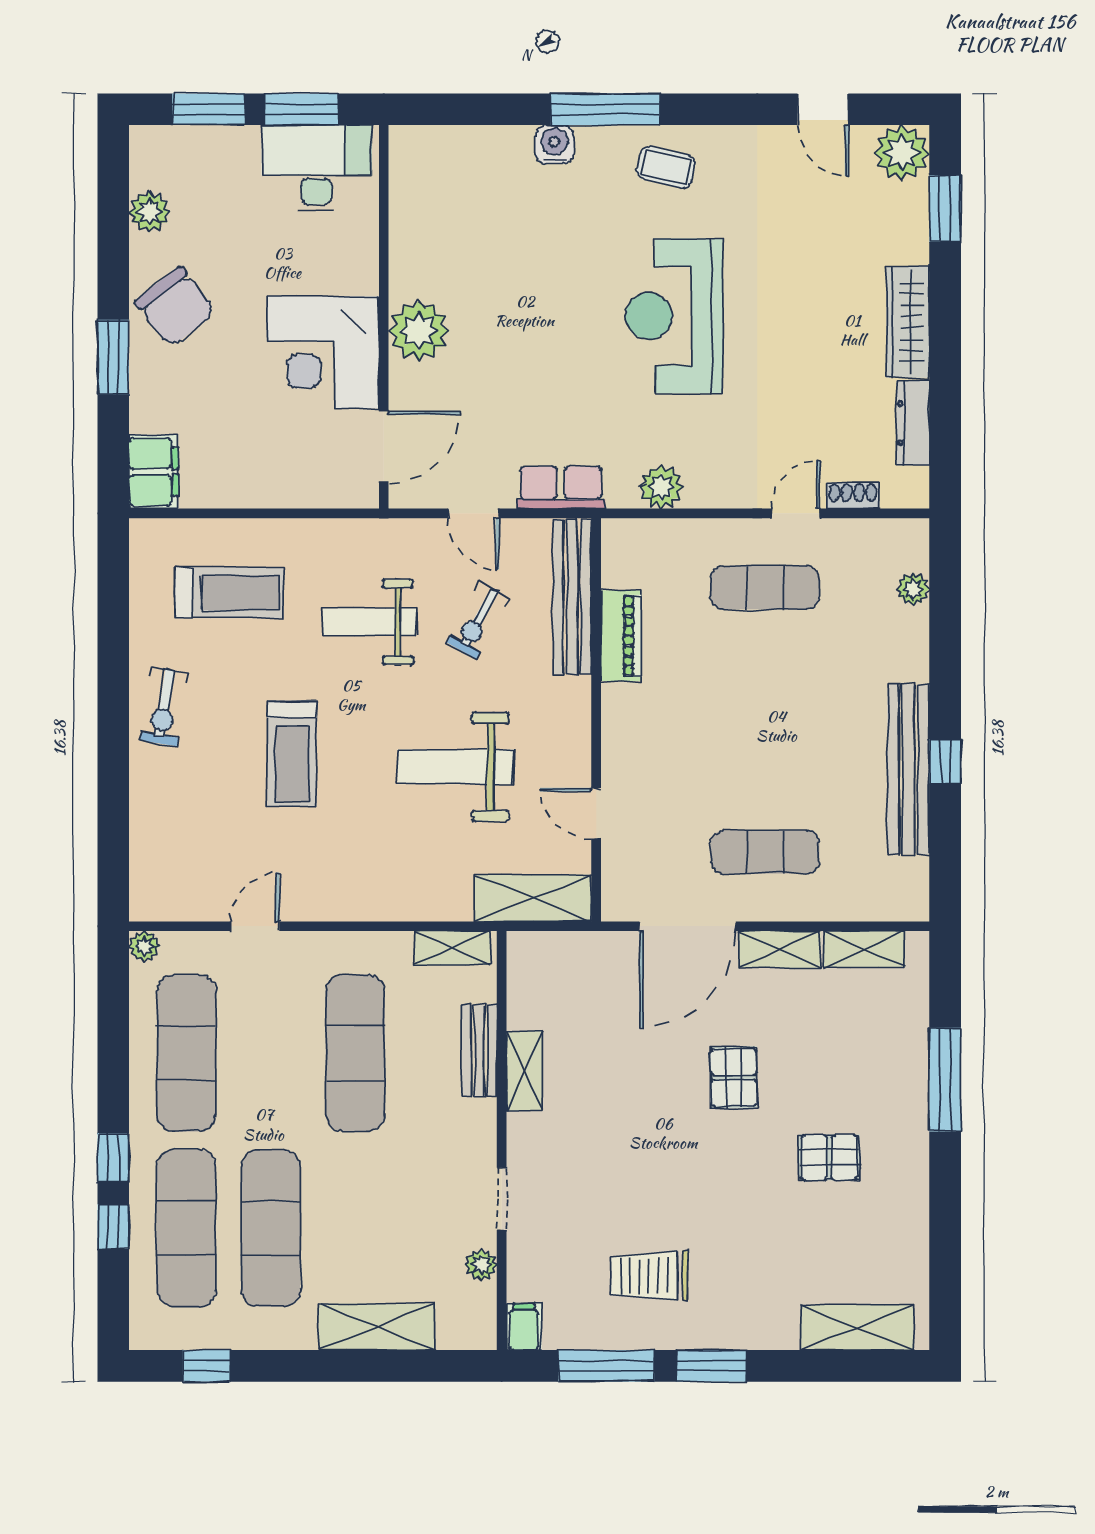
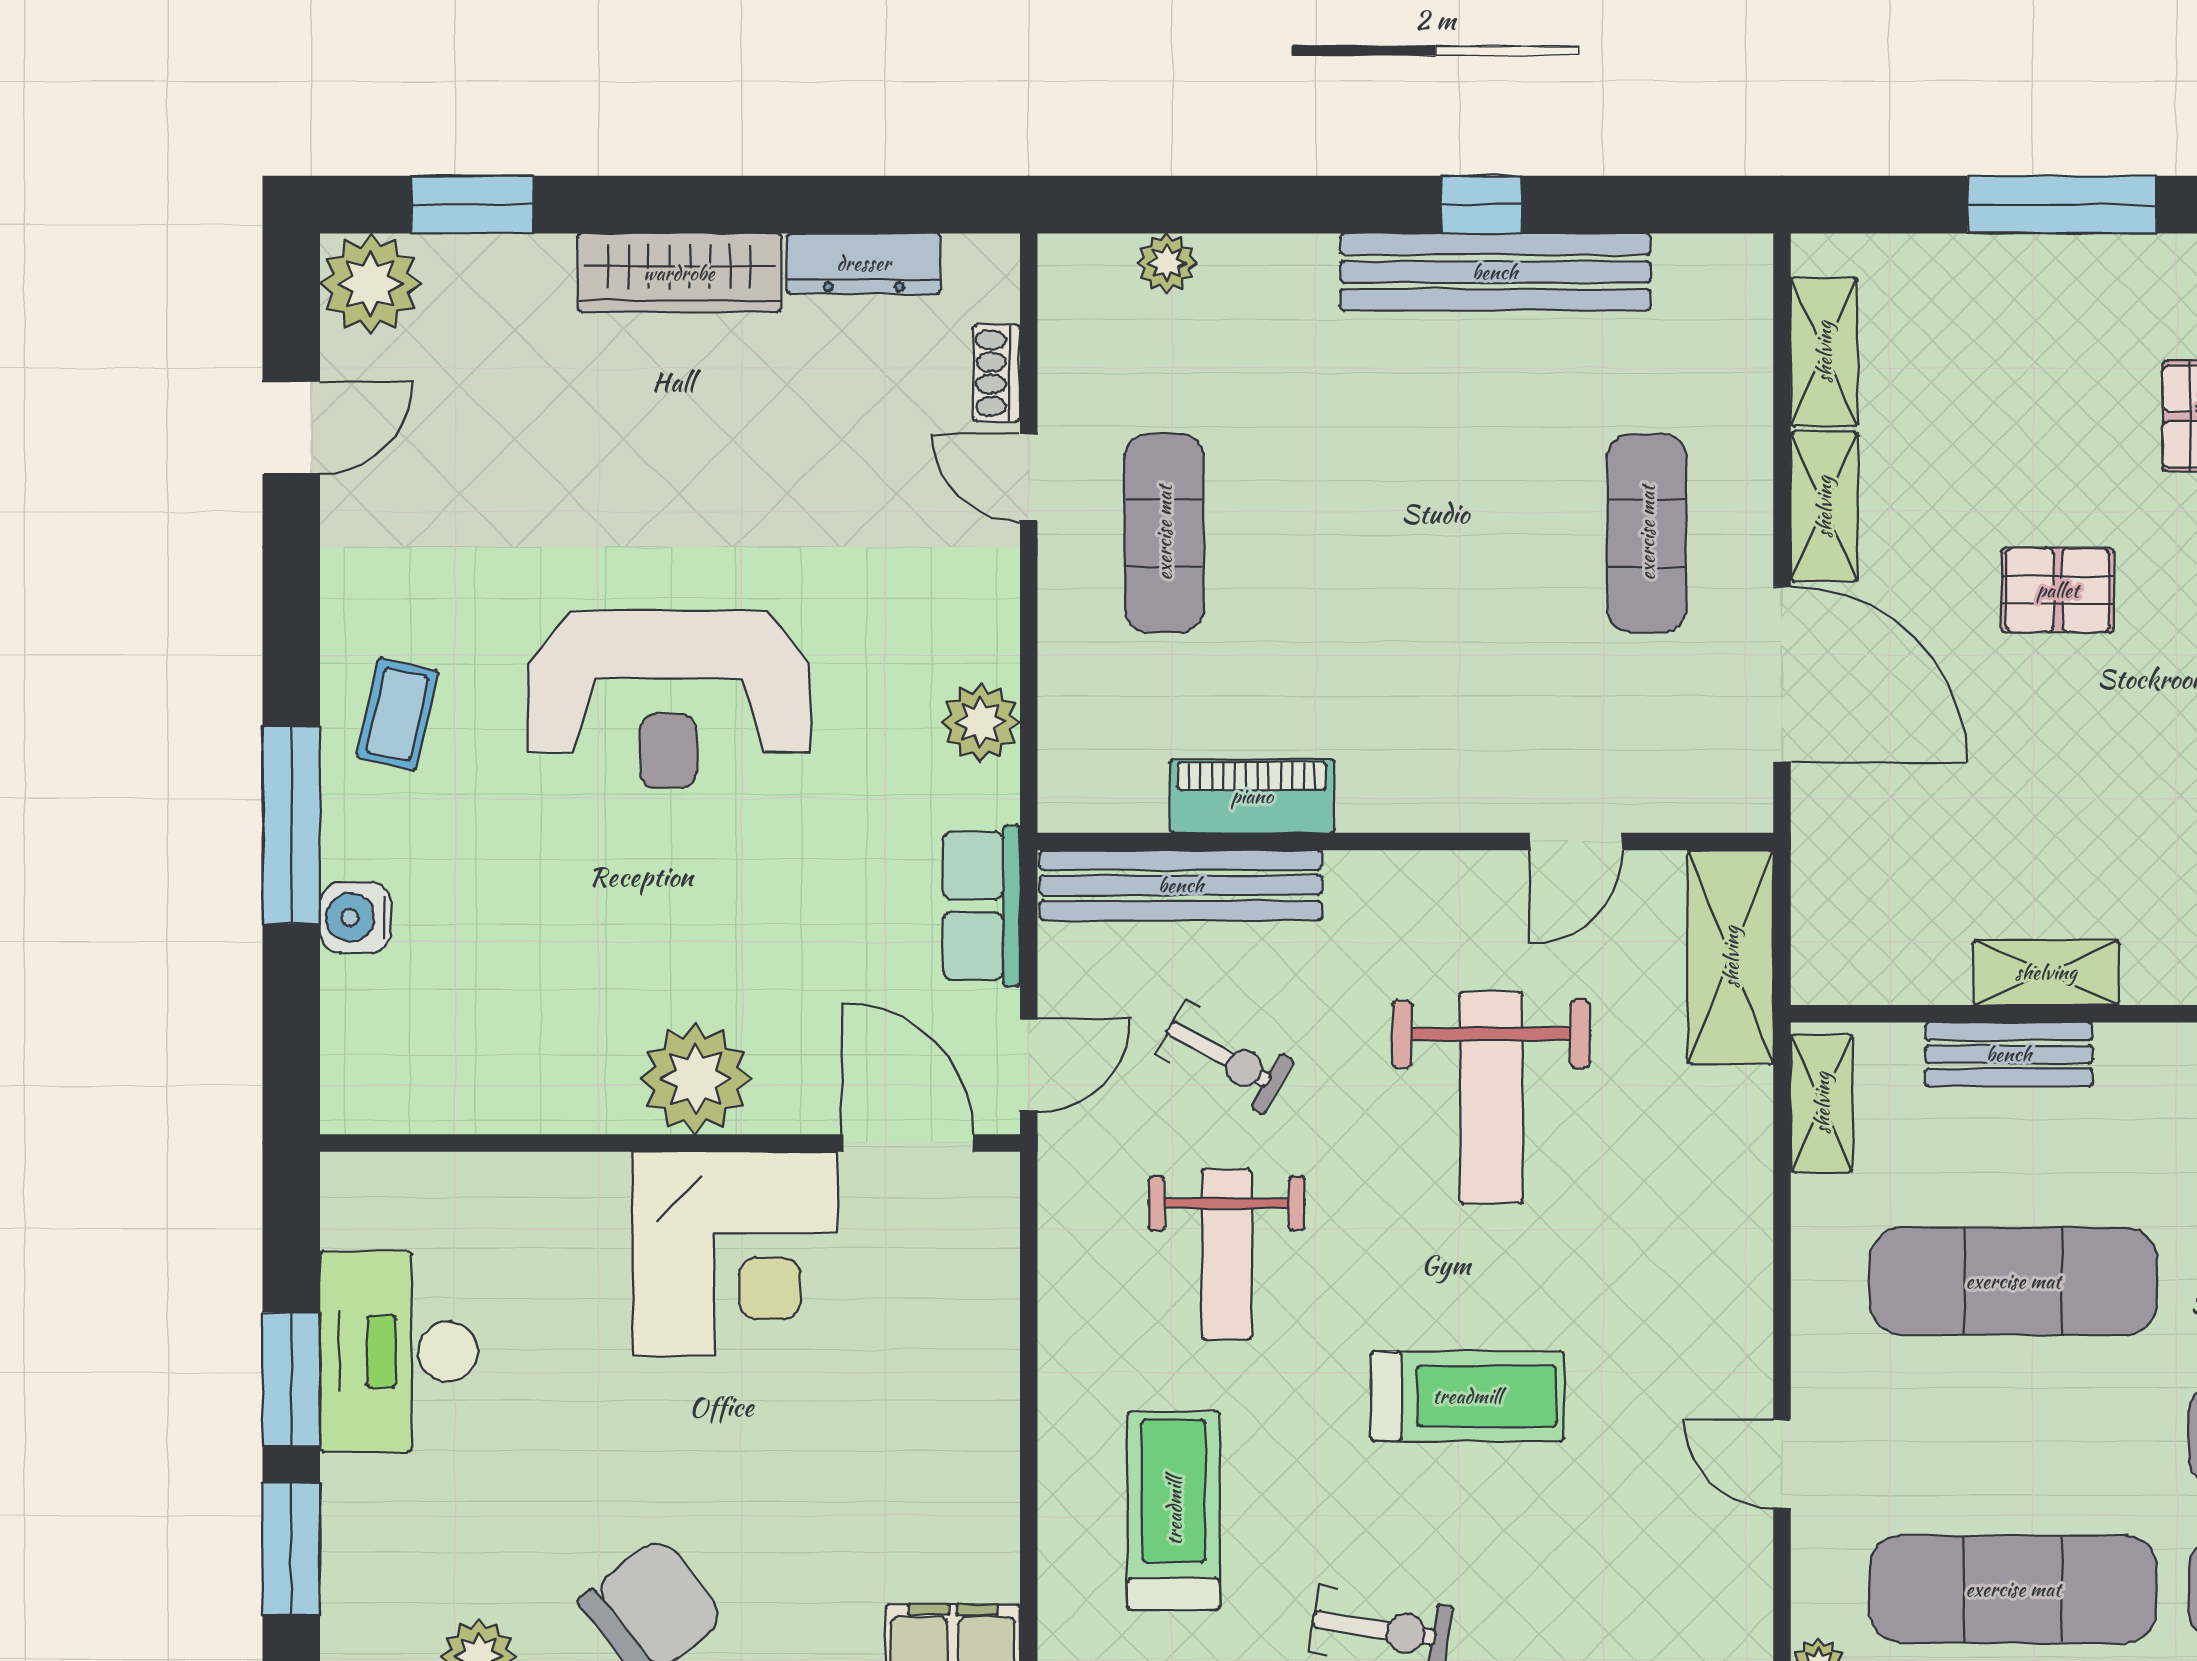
wall: (384, 317) -> (670, 1143), moved
plant: (419, 331) -> (696, 1079), moved
corner desk: (323, 352) -> (735, 1254), moved
door: (384, 447) -> (908, 1143), moved

